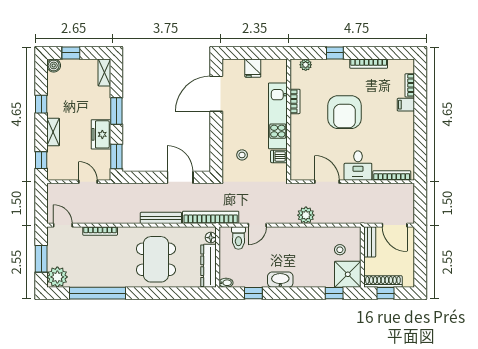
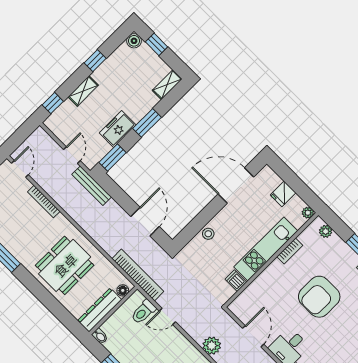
plant: (282, 64) -> (308, 213), added
stool: (242, 155) -> (208, 234), moved
bench: (161, 218) -> (92, 186), moved

